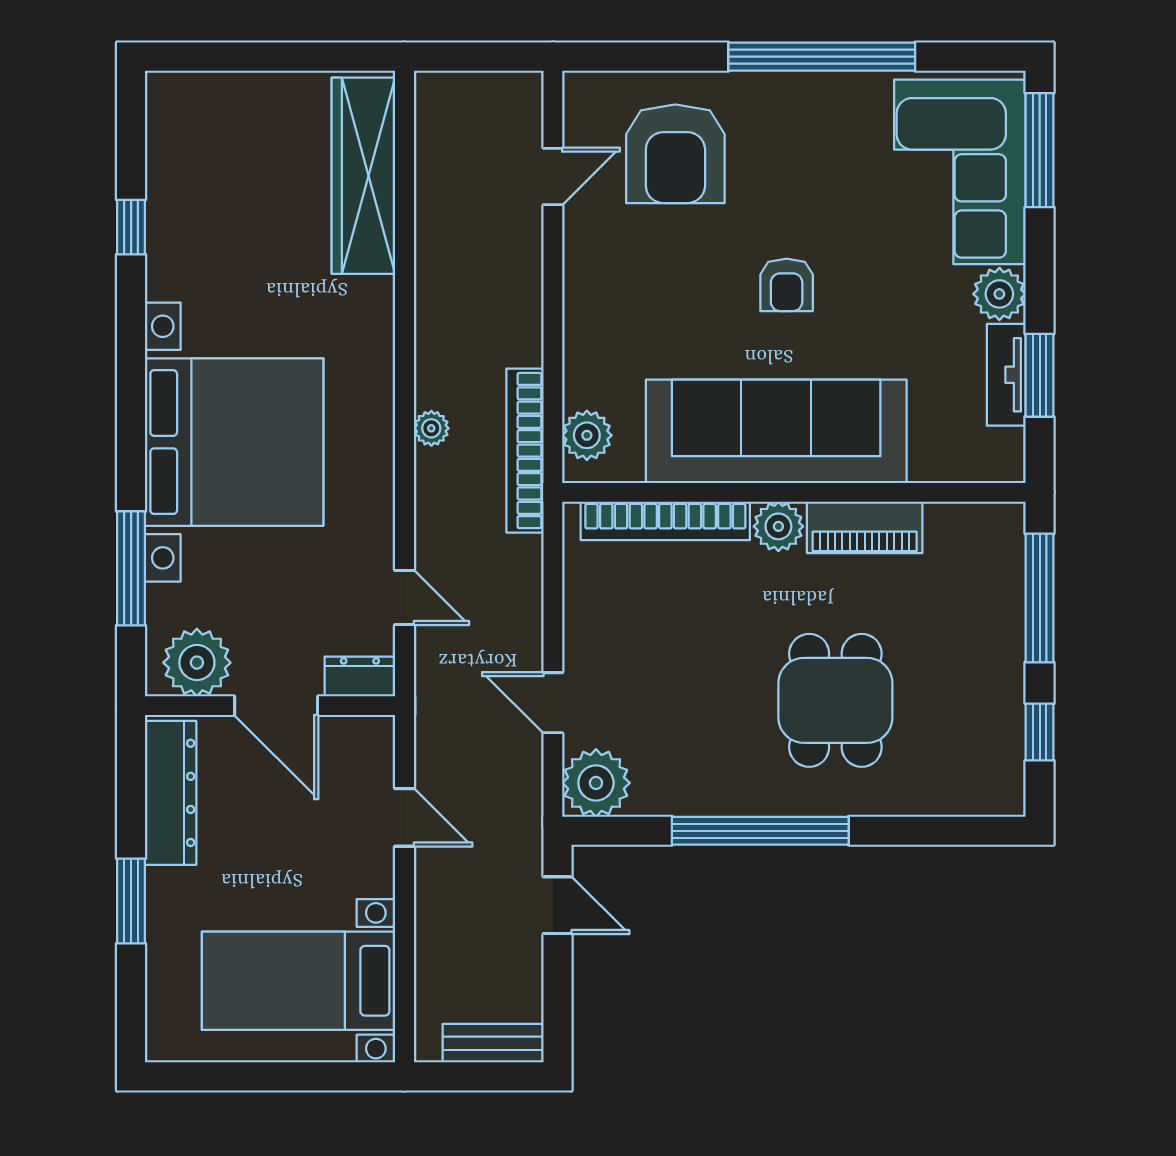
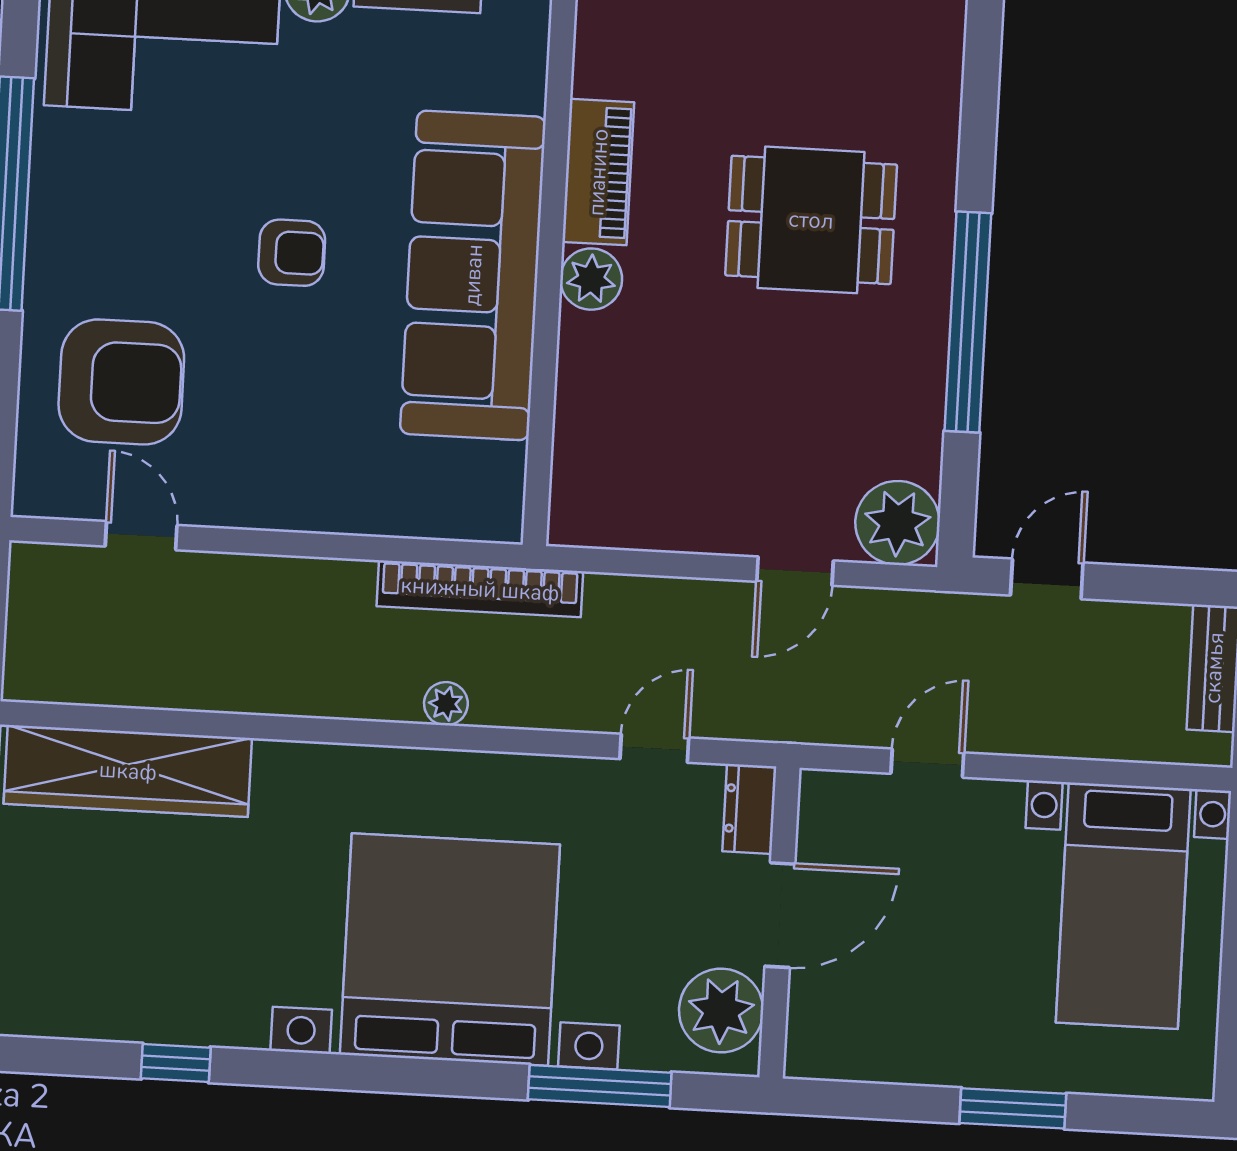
plant: (587, 435) -> (465, 511), removed
bookcase: (665, 521) -> (577, 419), removed
dresser: (171, 793) -> (881, 1052), removed

